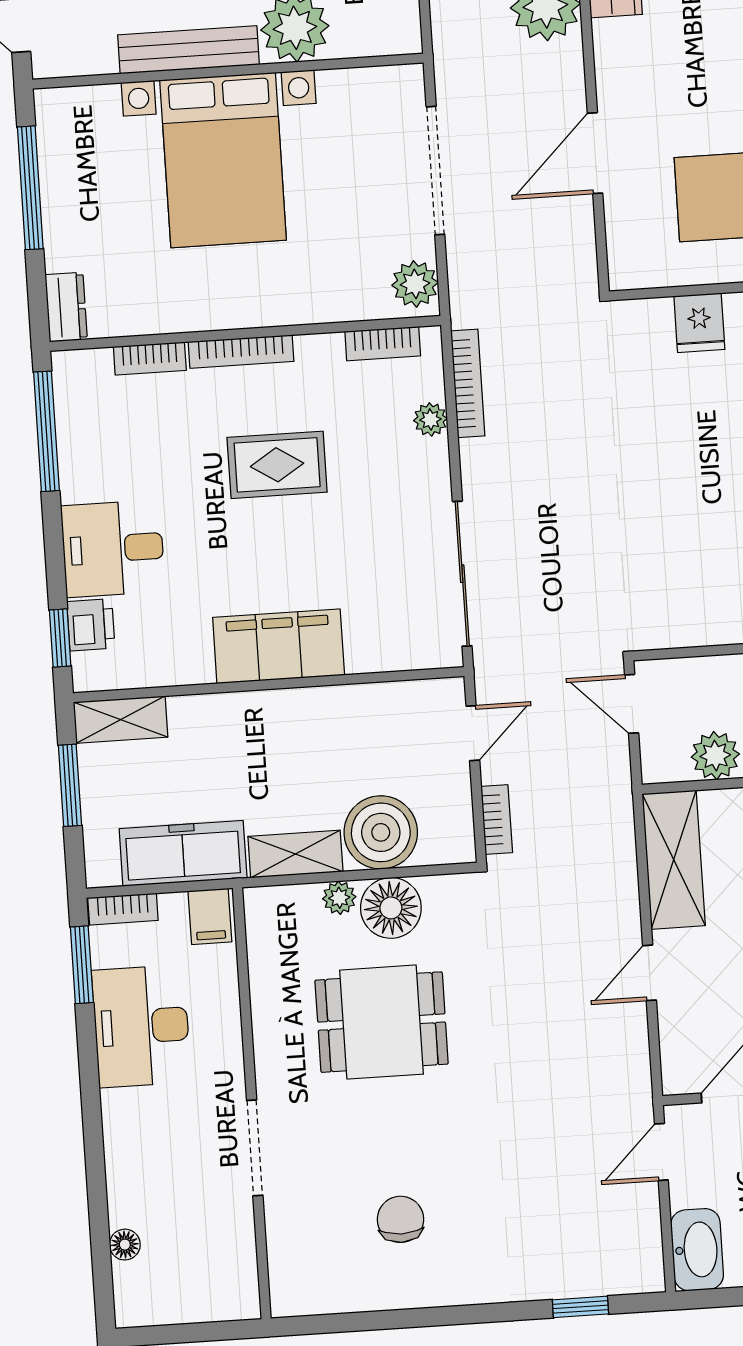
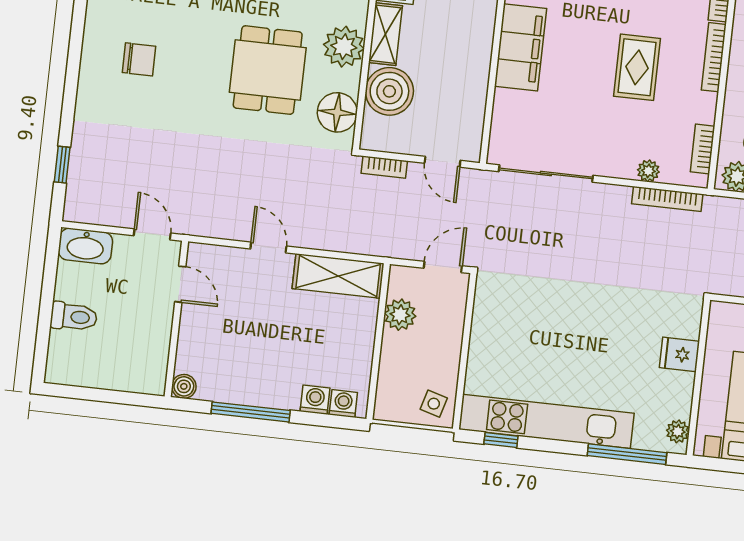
plant: (339, 898) -> (344, 47), width x1.87, depth x1.87
floor lamp: (391, 908) -> (337, 112), moved

